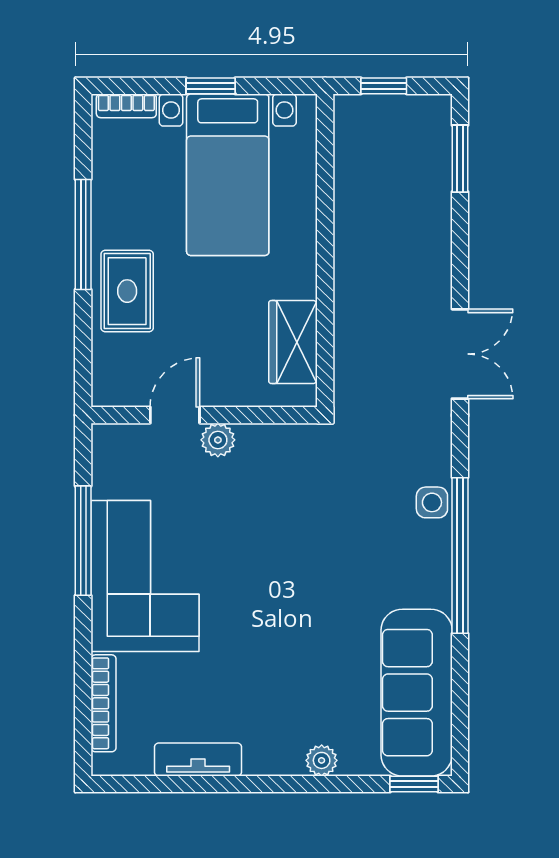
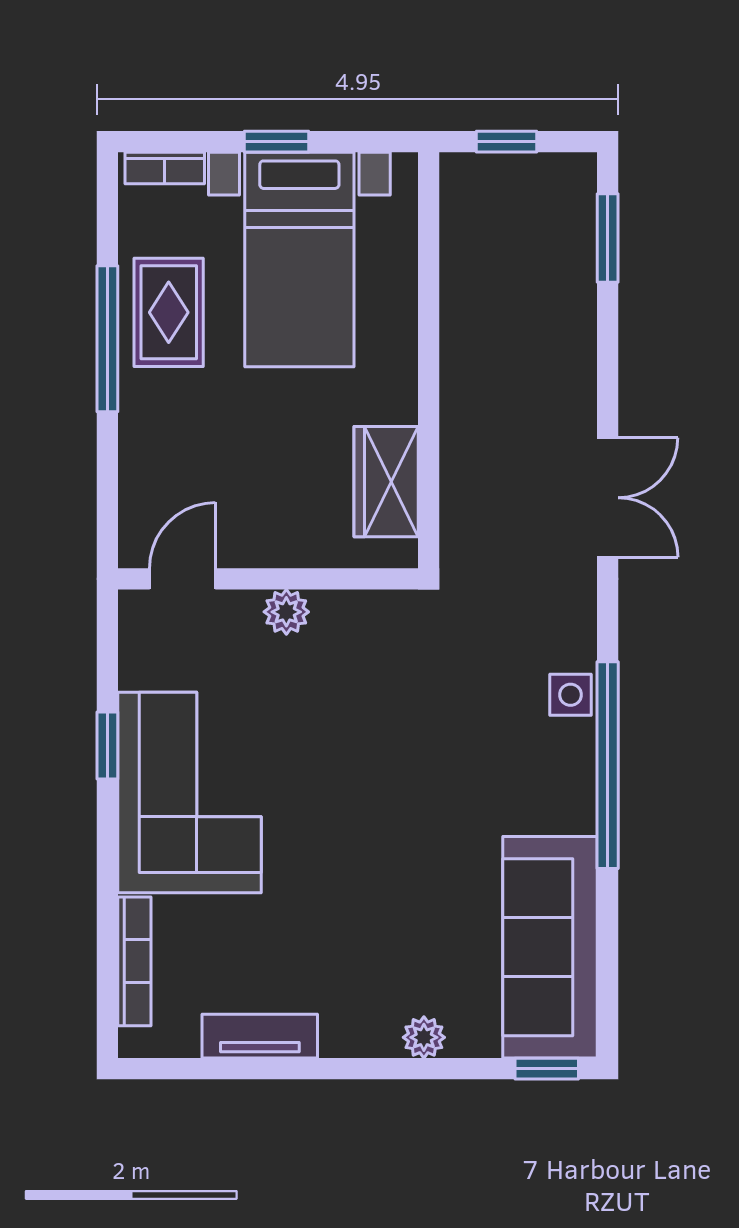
rug: (127, 291) -> (169, 312), moved
door: (175, 415) -> (182, 579), moved
window: (83, 541) -> (107, 746), width x0.46

